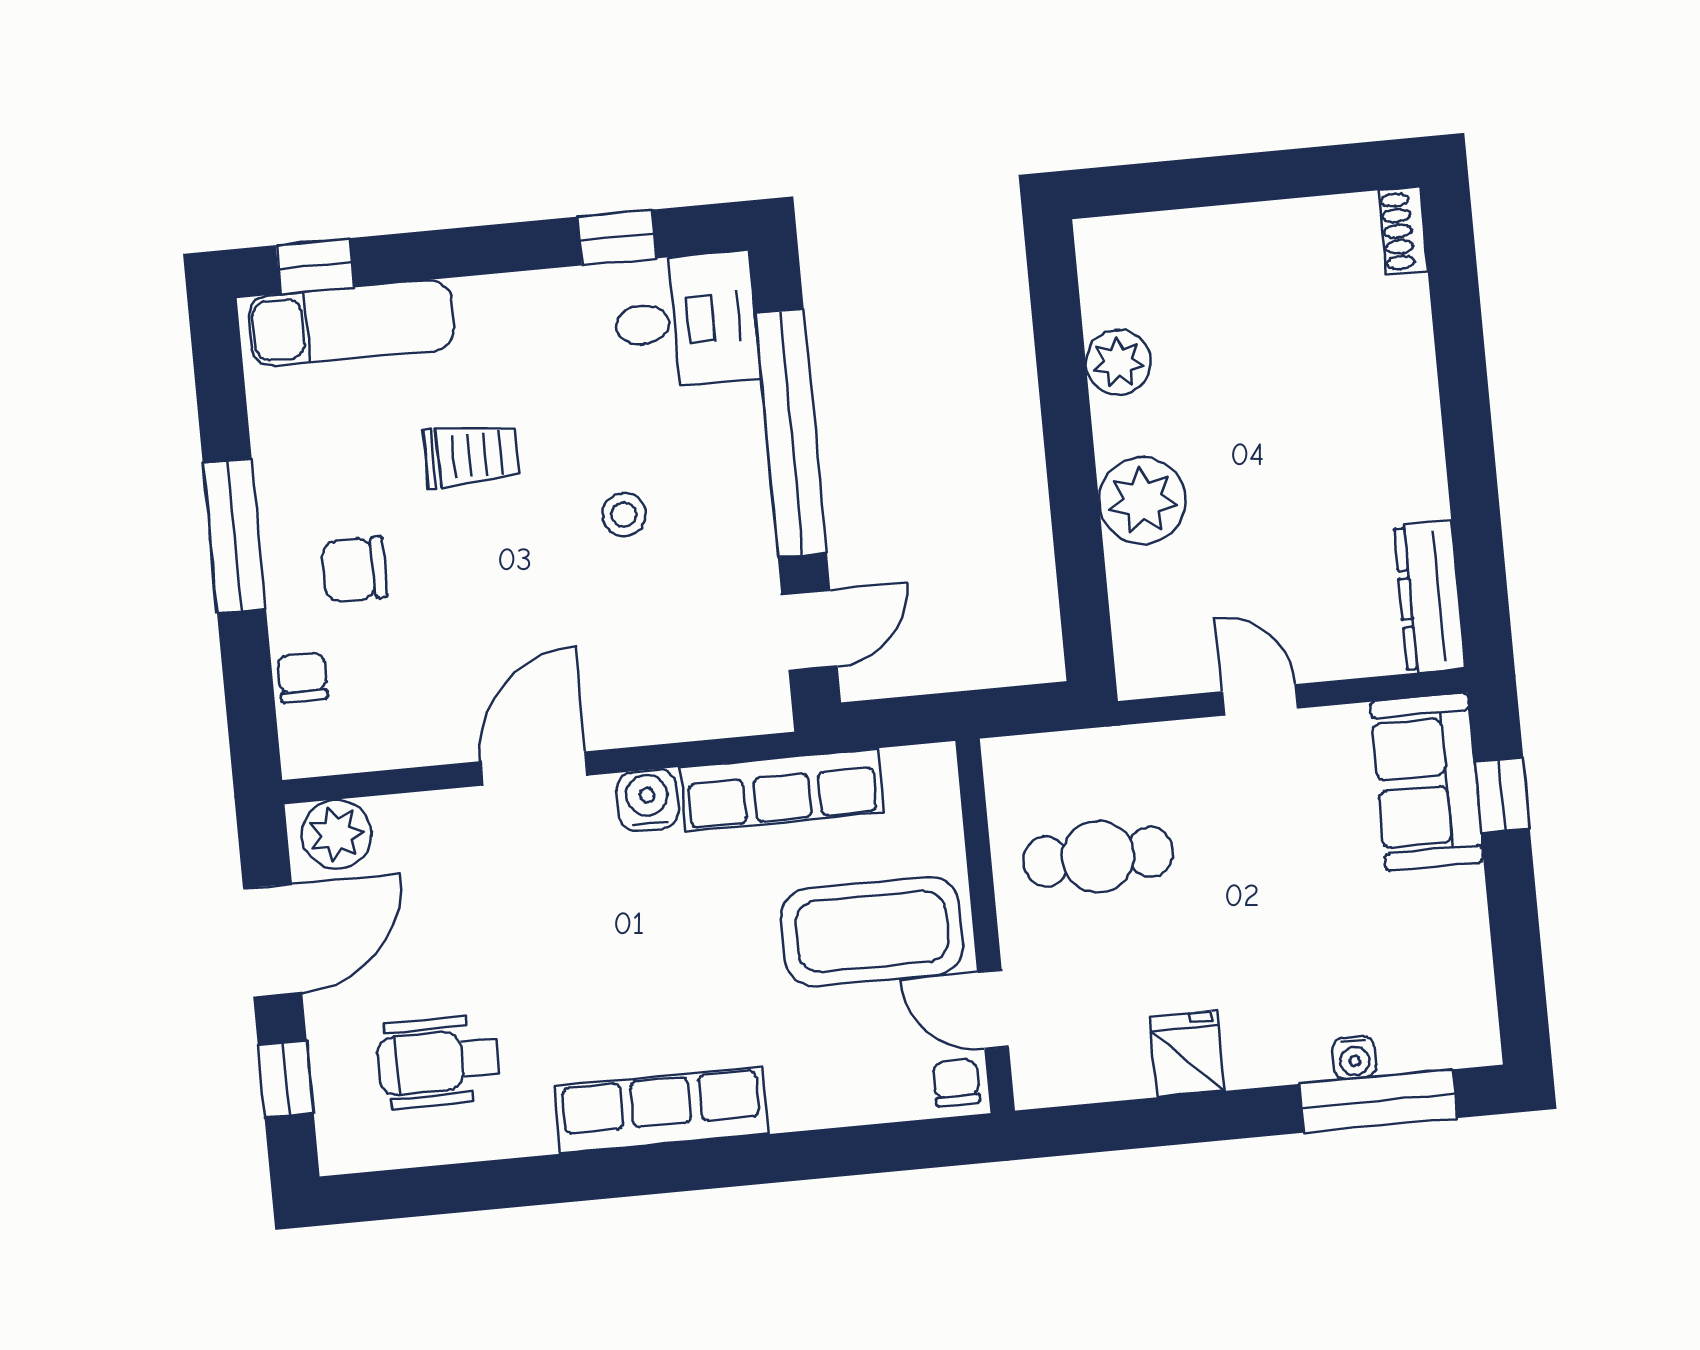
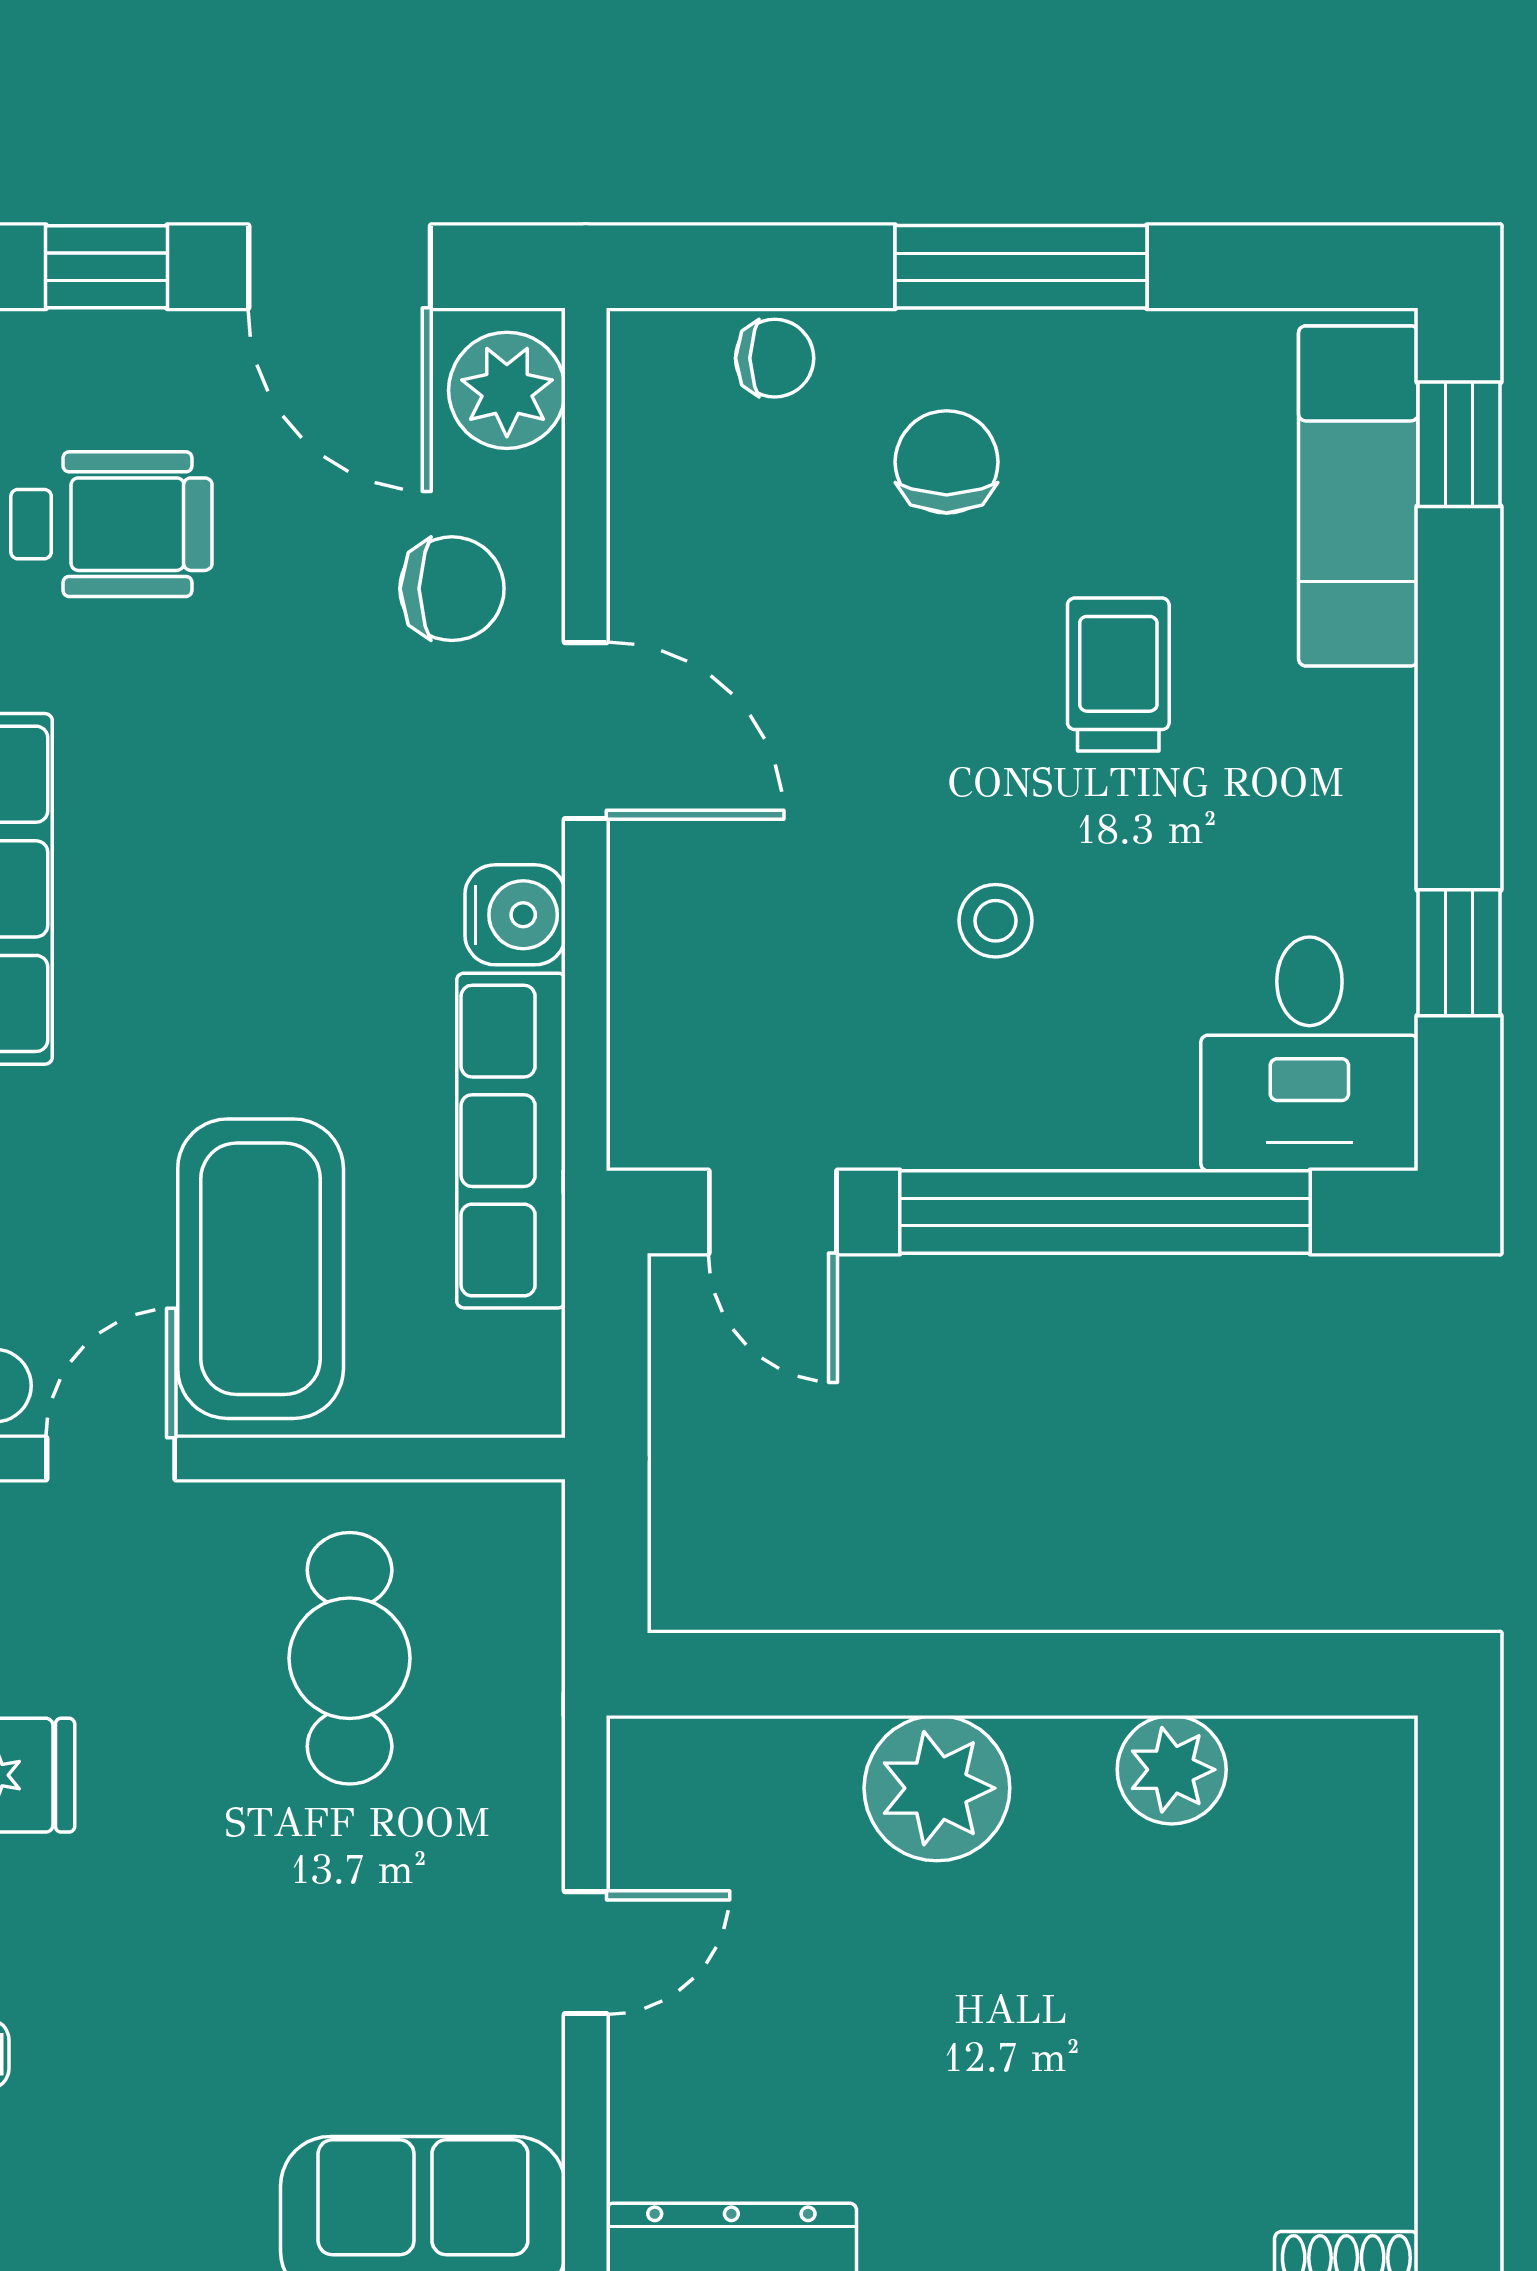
trolley: (471, 455) -> (1118, 675), turned 180
chair: (457, 856) -> (452, 589), added
wheelchair: (438, 1062) -> (111, 524), turned 90

